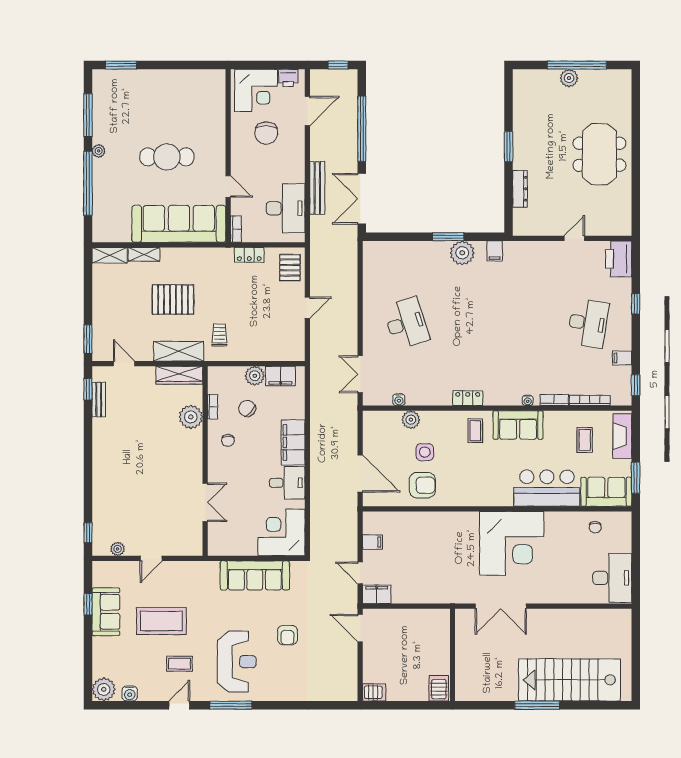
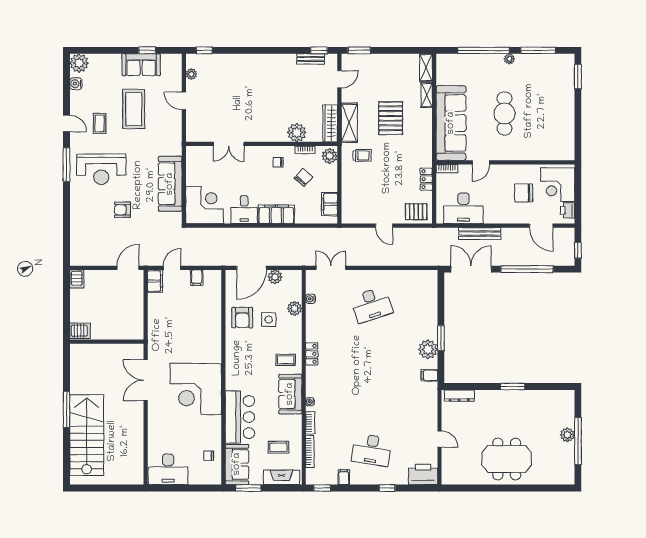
dresser: (520, 189) -> (459, 396), moved
plant: (255, 376) -> (330, 156), moved
plant: (371, 444) -> (275, 277), added

